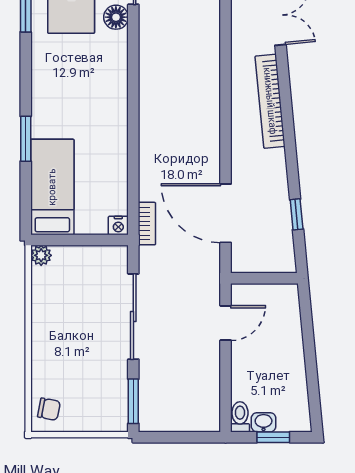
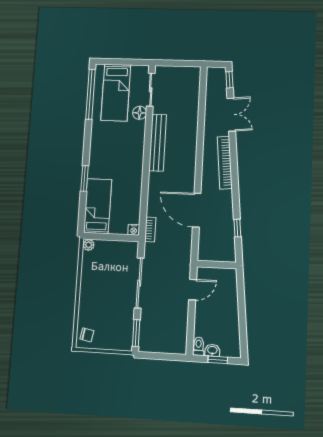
bench: (151, 70) -> (158, 143), added
door: (226, 213) -> (197, 210), moved

